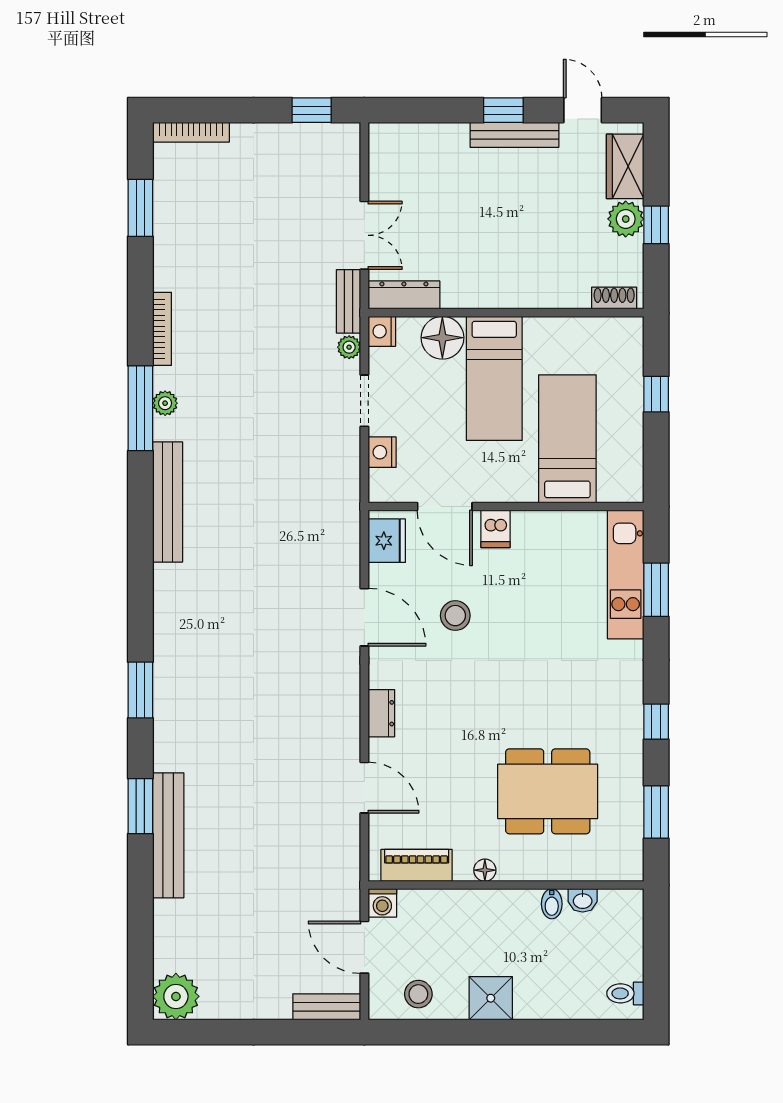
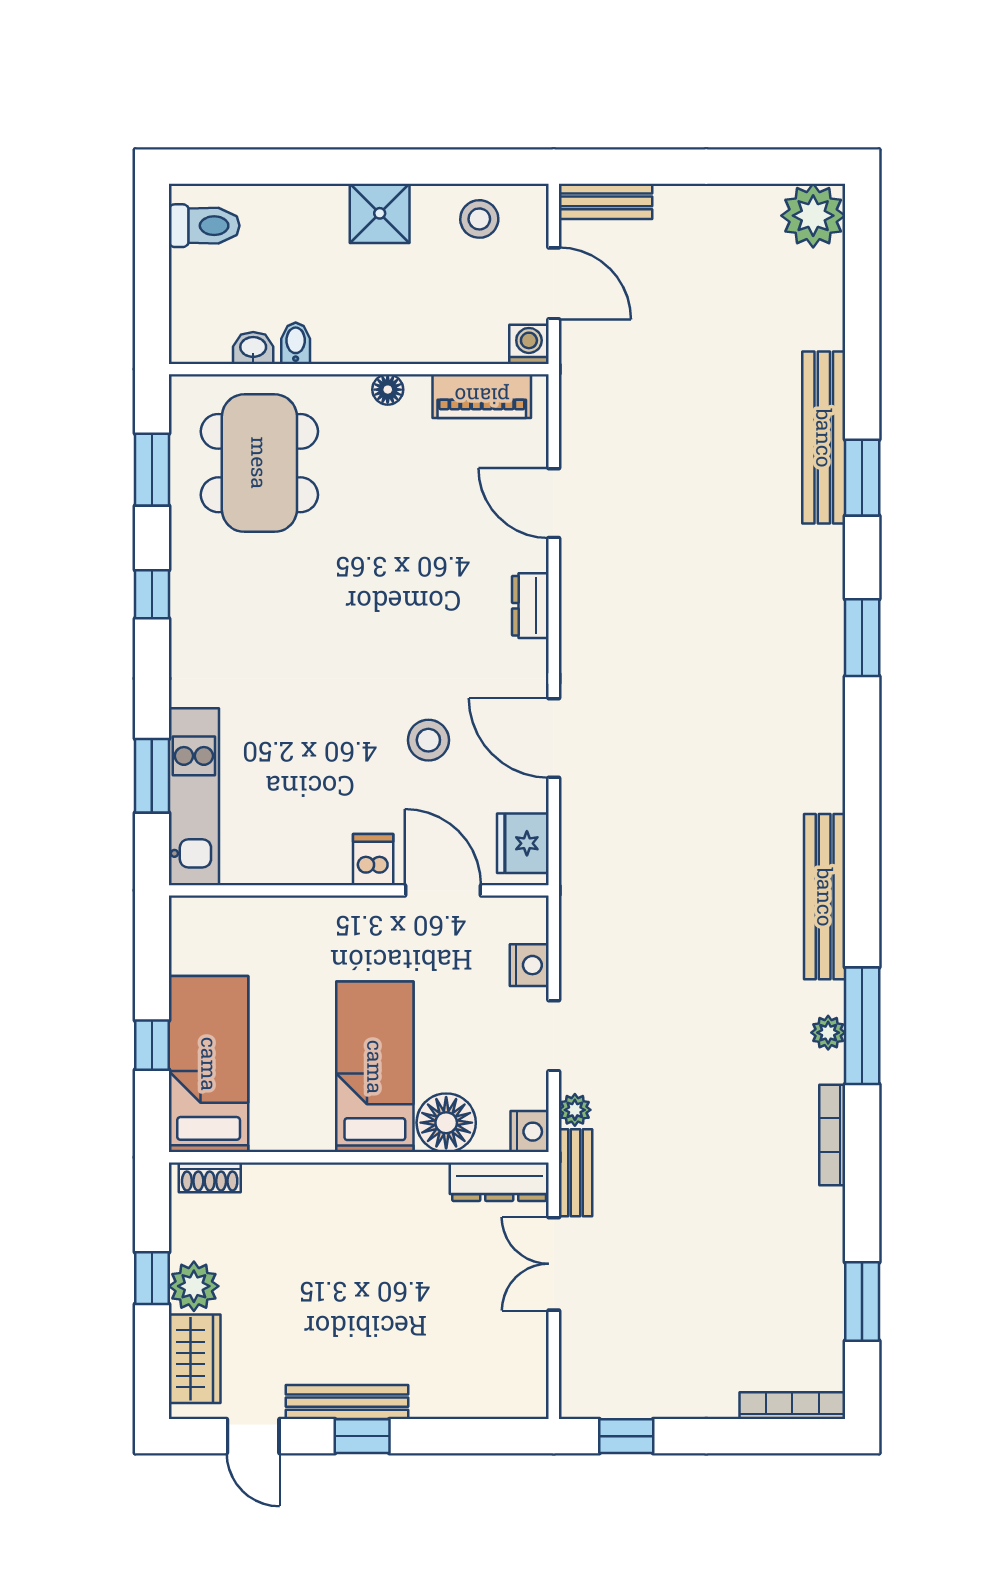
bed: (567, 439) -> (209, 1064), moved, turned 180
dining table: (548, 791) -> (259, 463), moved, turned 90
toilet: (625, 993) -> (204, 226), width x1.37, depth x1.39

